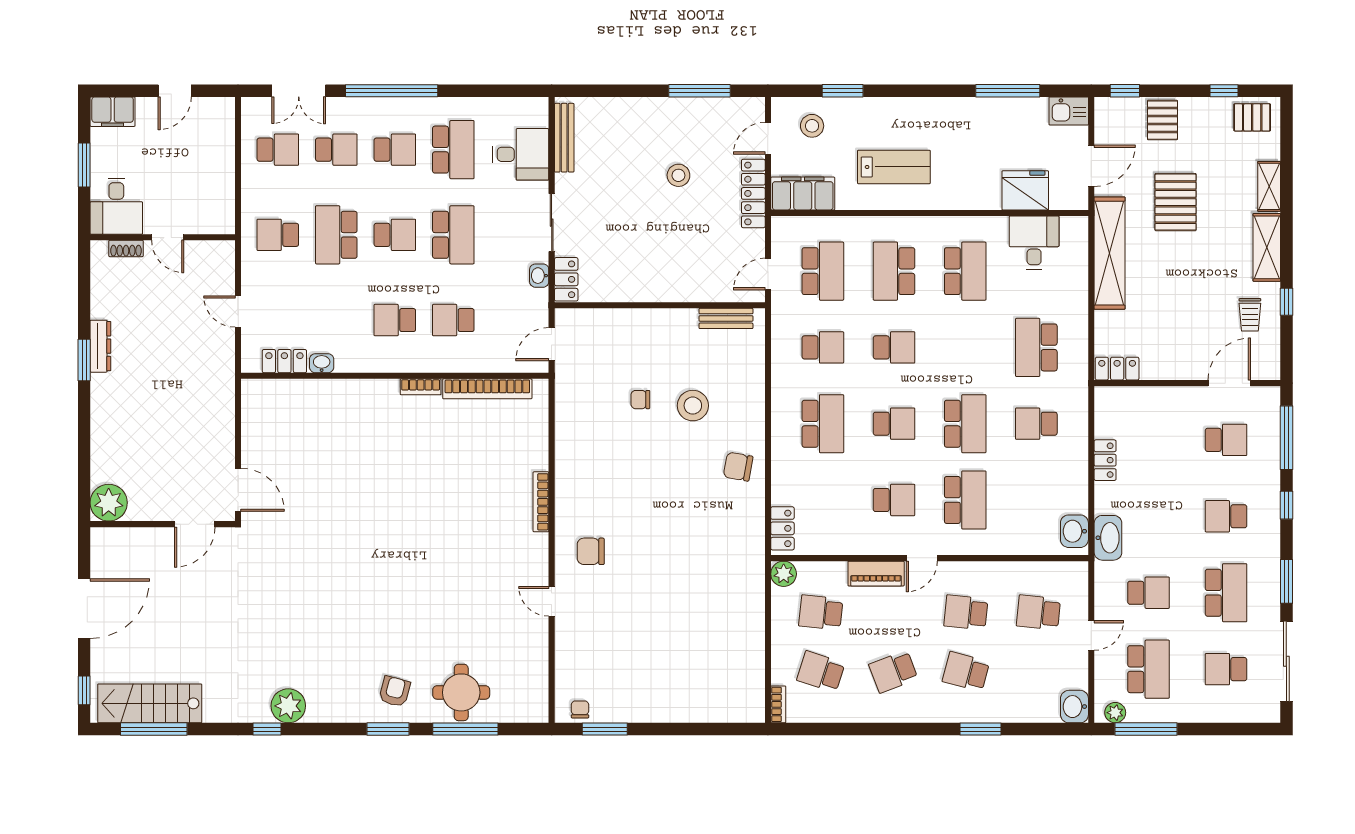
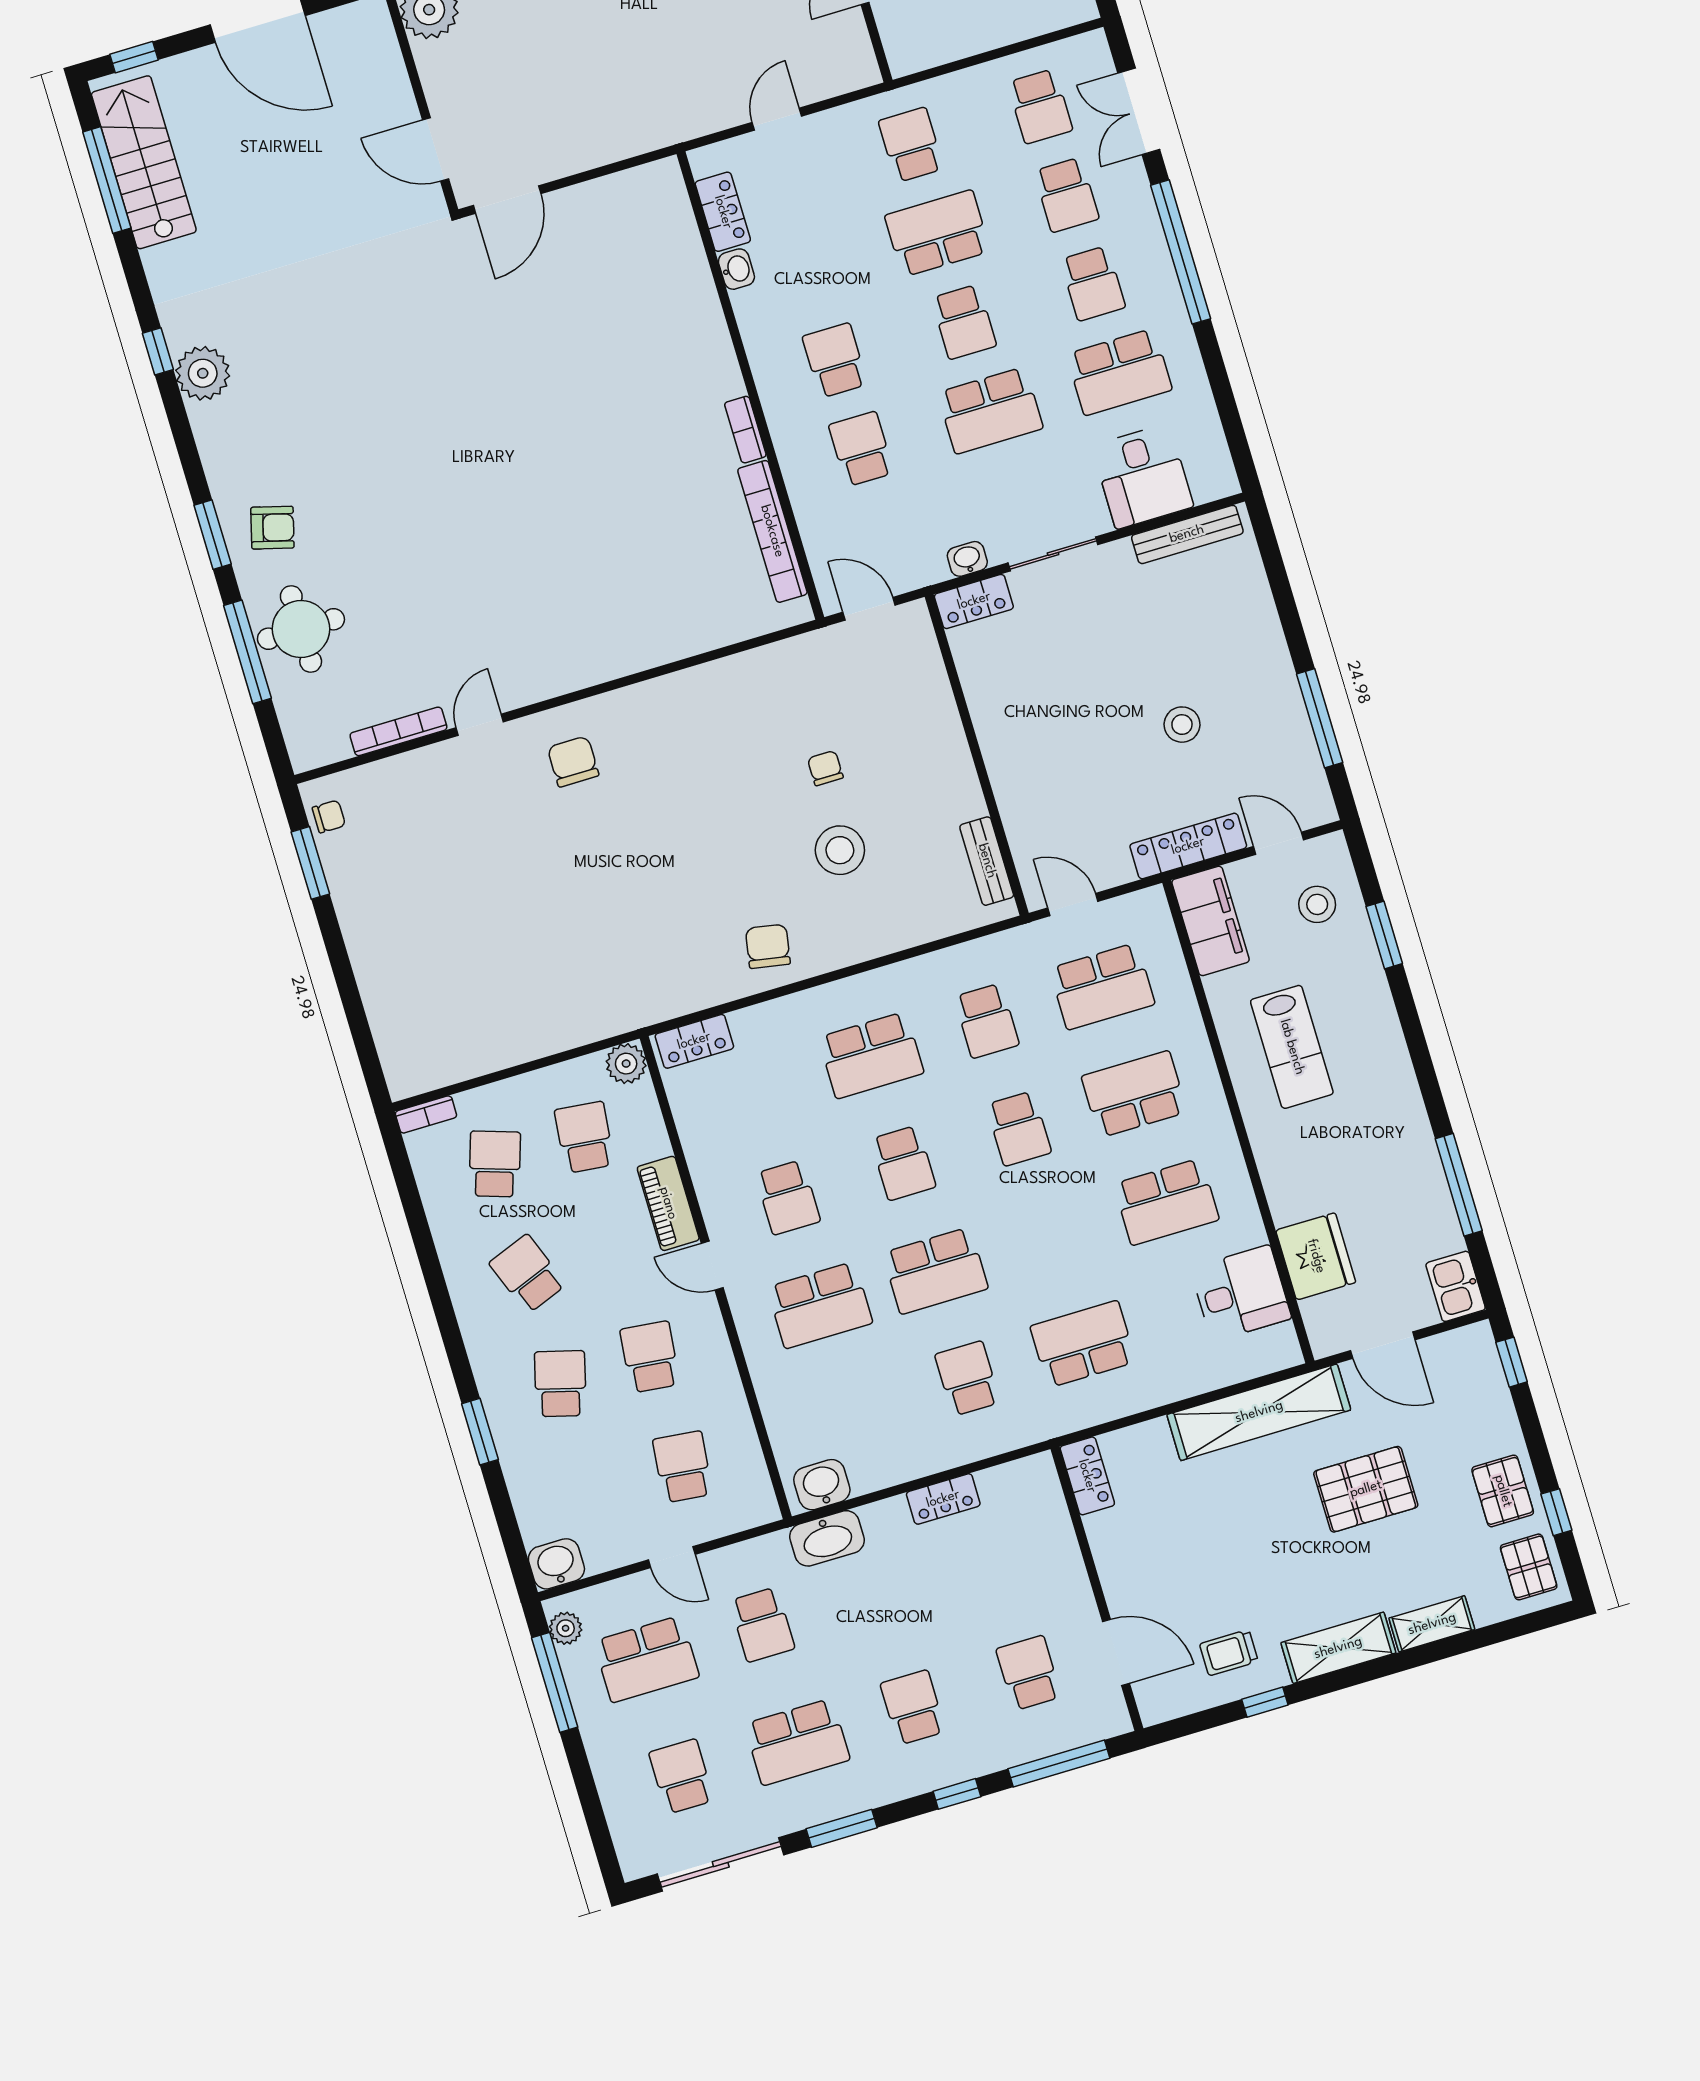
pallet: (1162, 120) -> (1503, 1491), moved, turned 90
school desk: (1226, 440) -> (1029, 1673), turned 180
bookcase: (541, 502) -> (398, 731), moved

